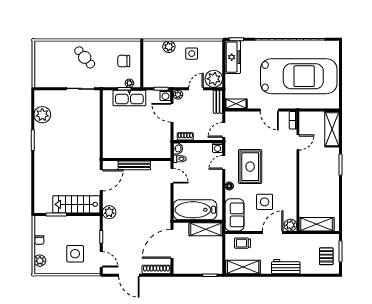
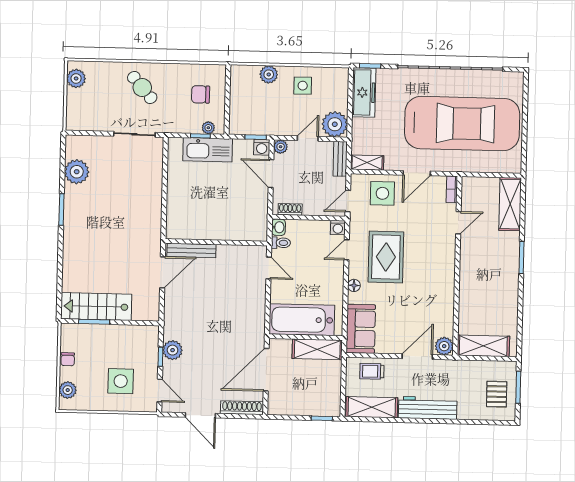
plant: (40, 52) -> (76, 78), added
door: (269, 110) -> (417, 173), hinge flipped
bench: (134, 165) -> (191, 251), moved
side table: (265, 202) -> (382, 193), moved
stairs: (76, 204) -> (96, 307), moved
plant: (109, 212) -> (173, 350), moved
workbench: (286, 267) -> (428, 408), width x1.38

